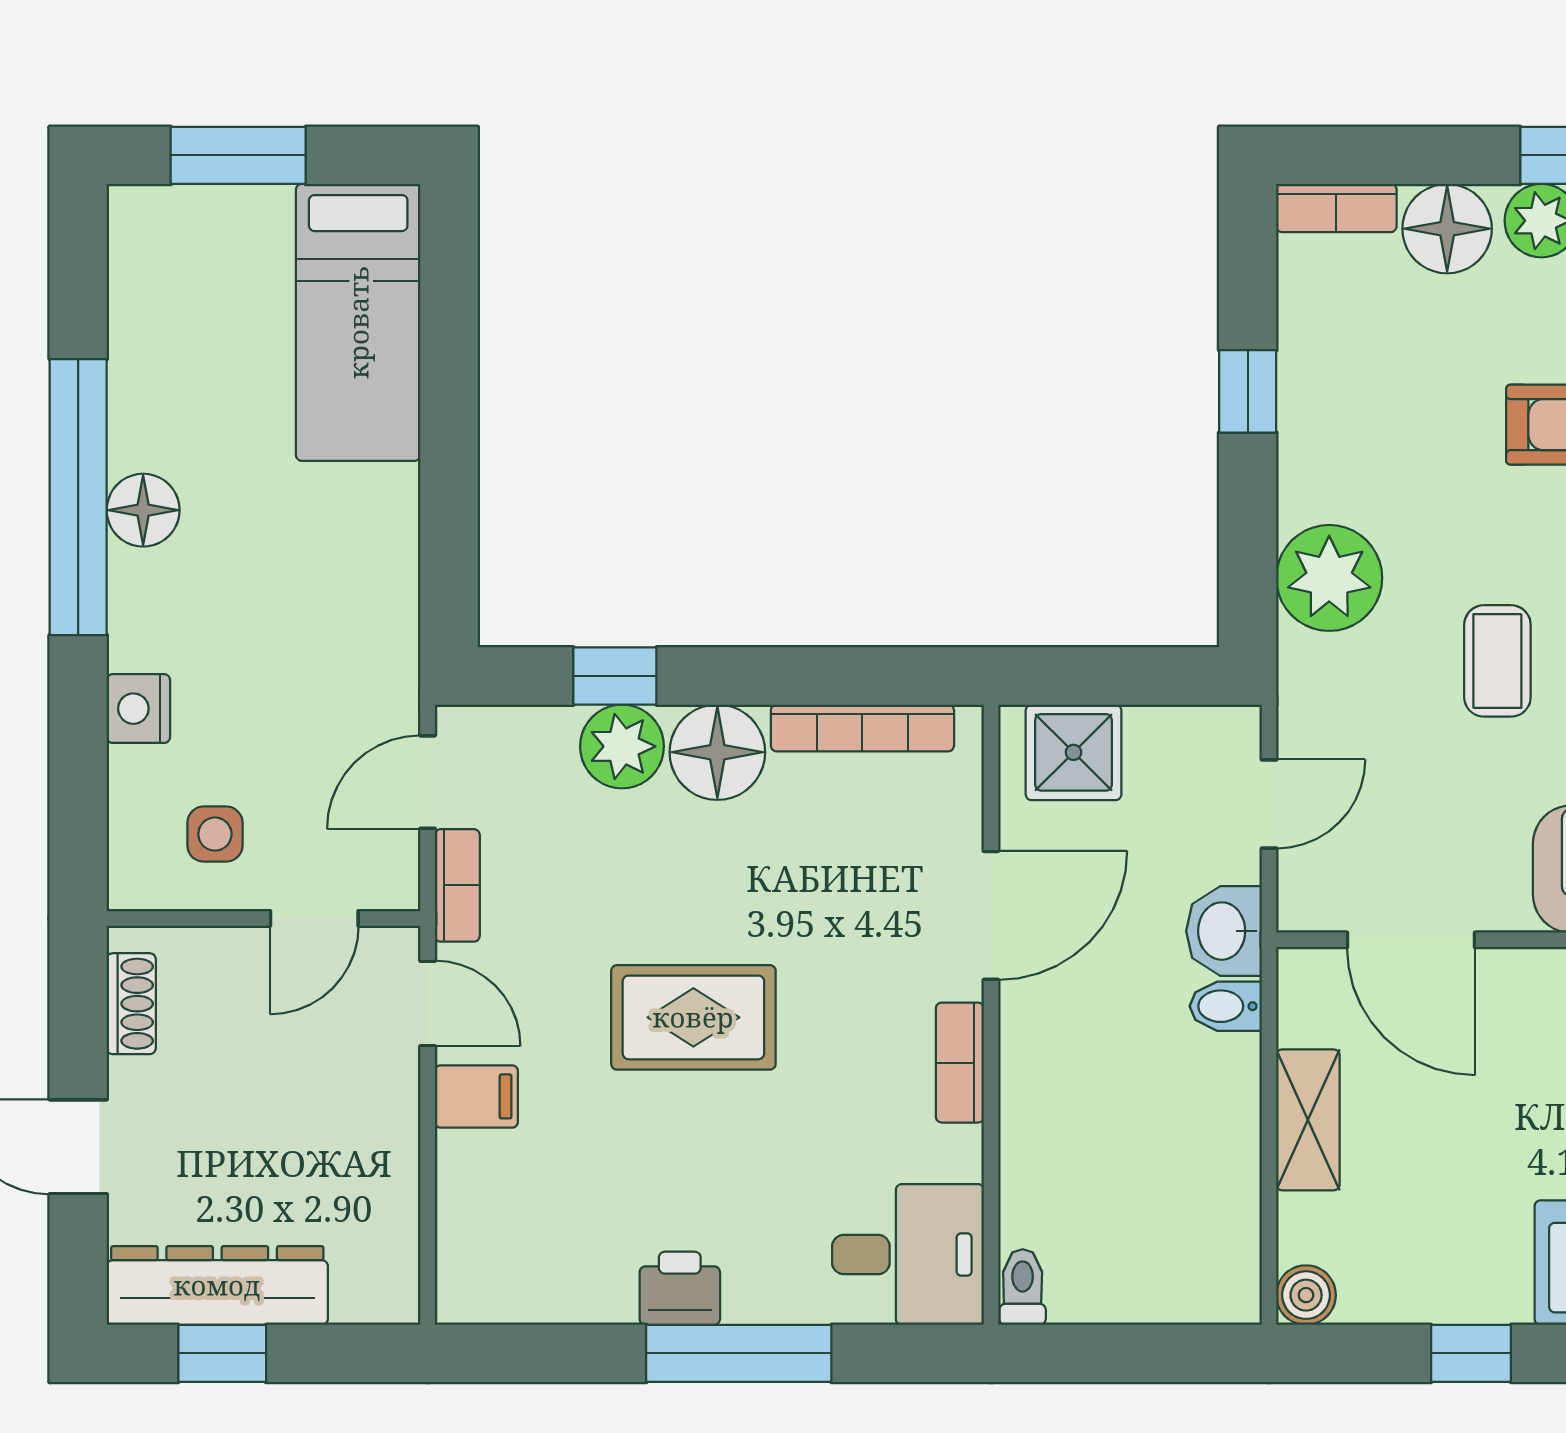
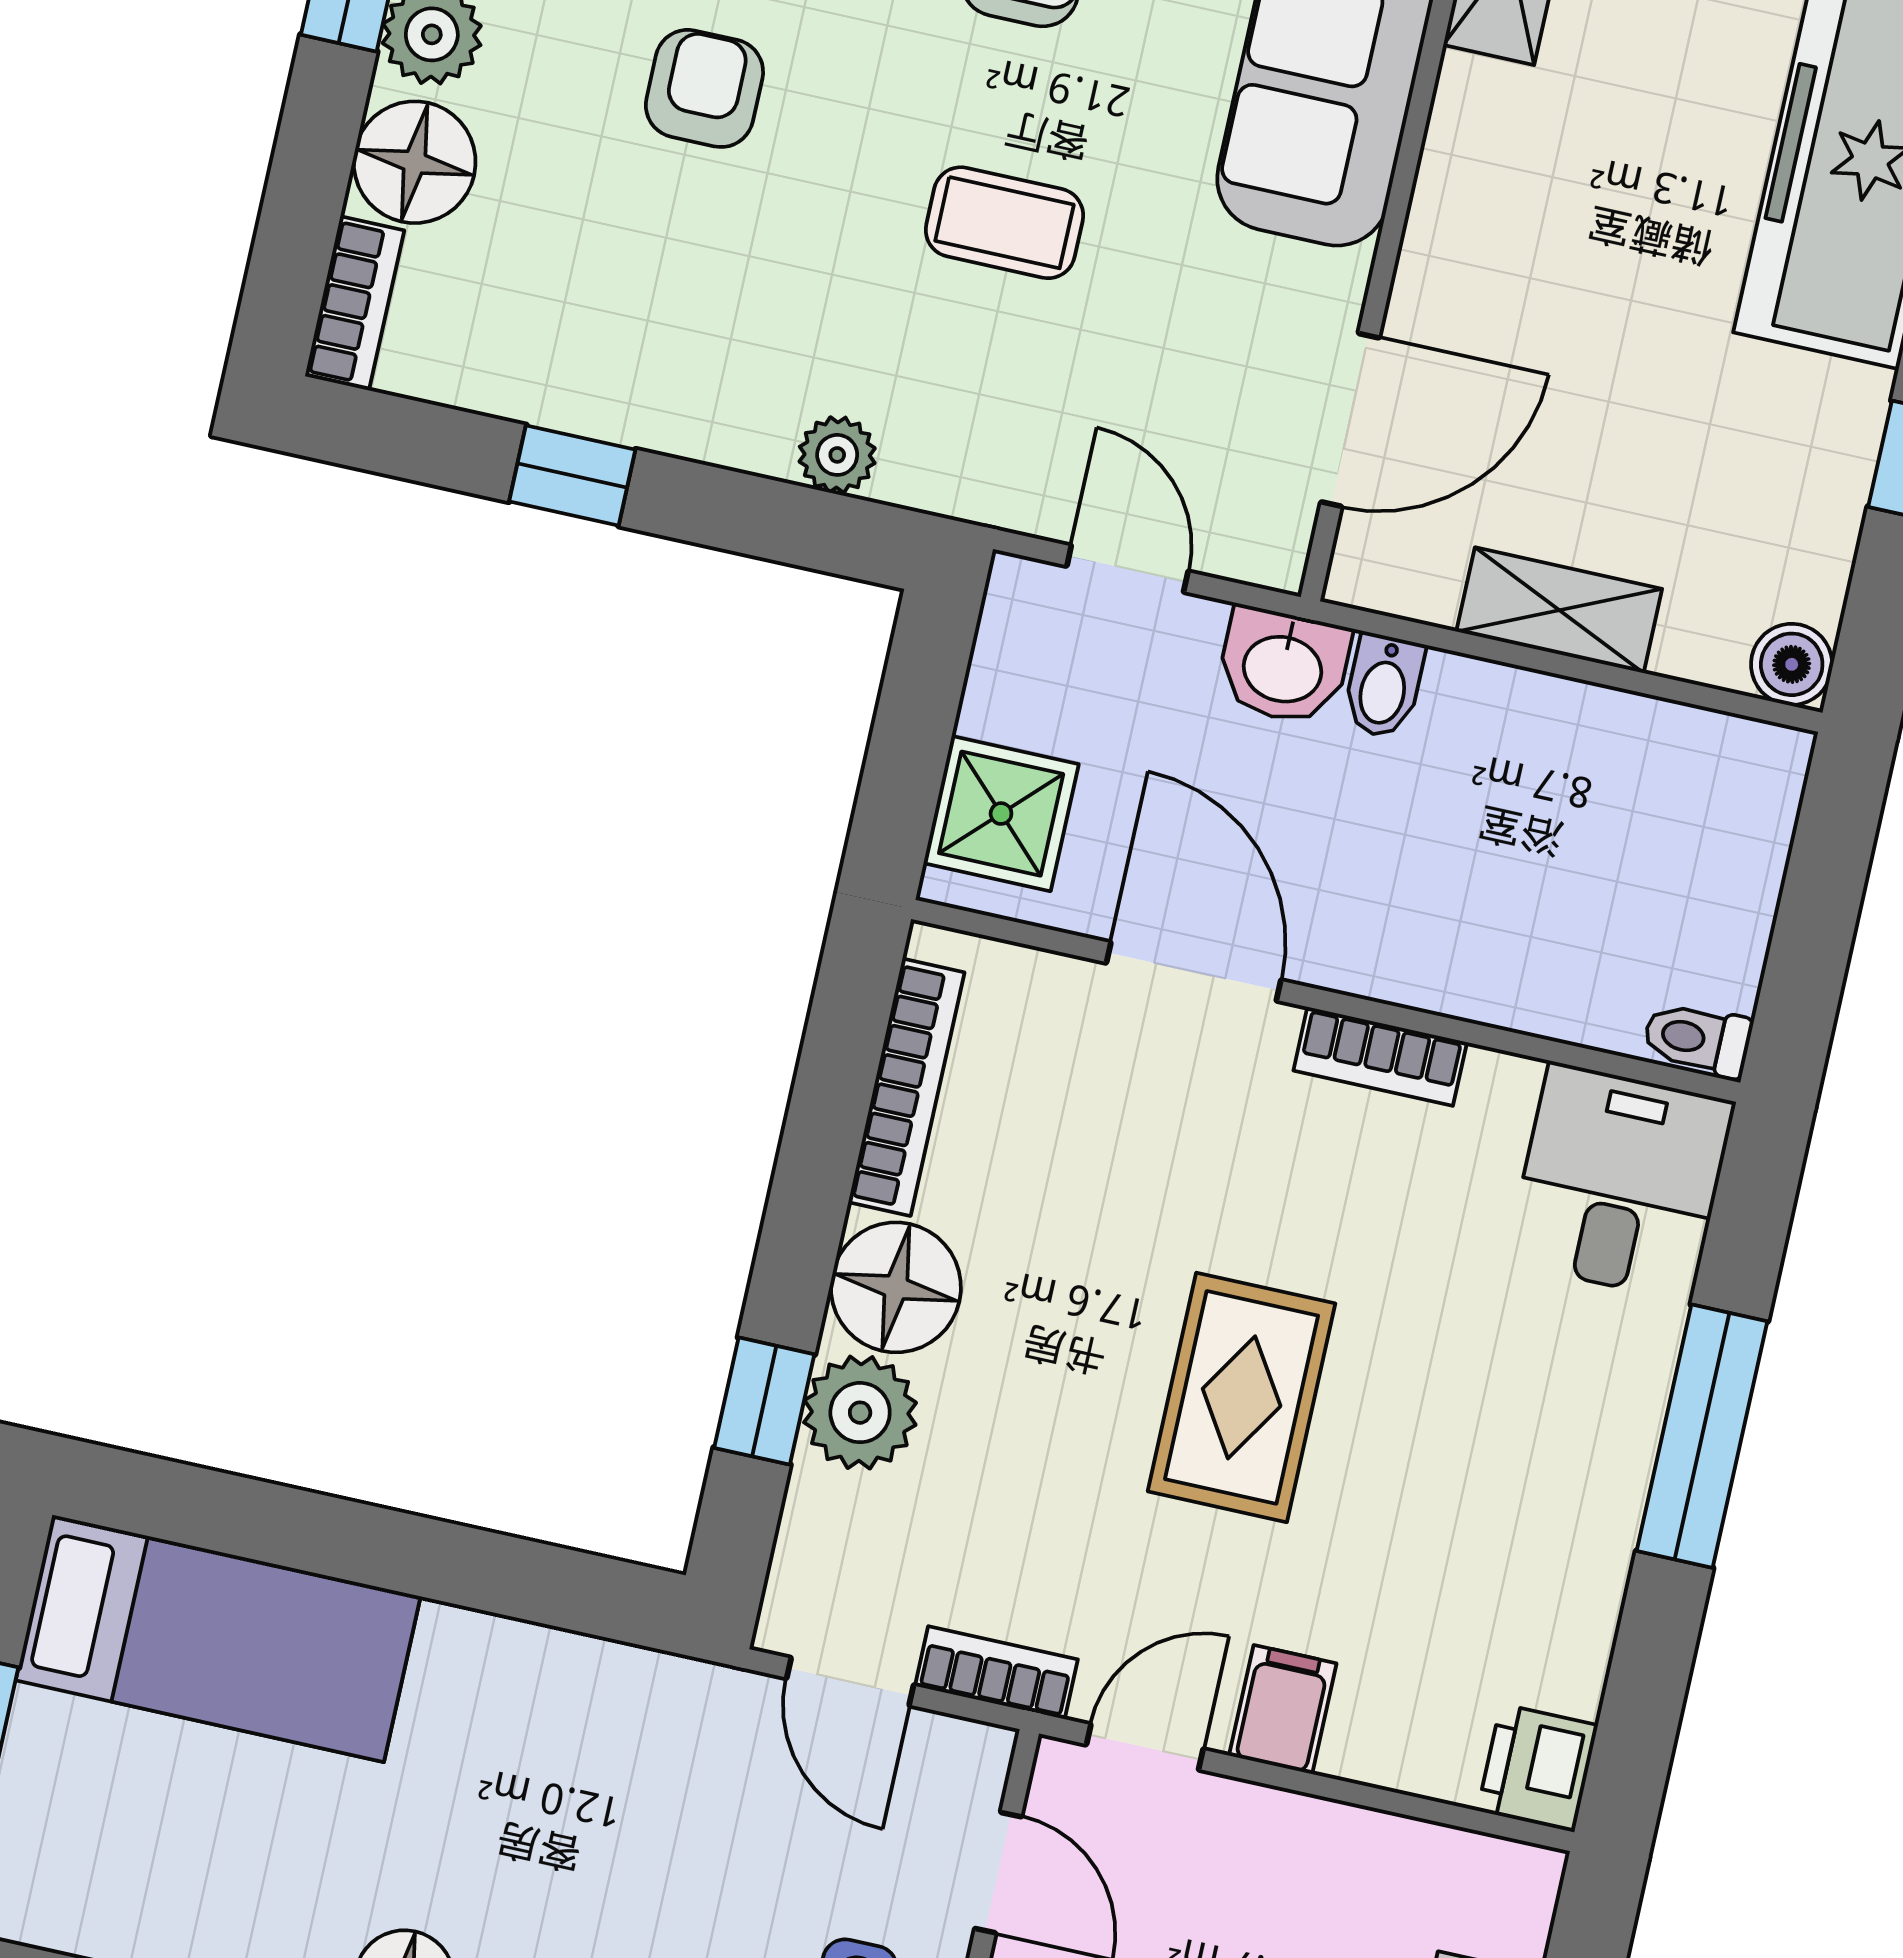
plant: (1329, 578) -> (837, 455), width x0.53, depth x0.53
printer: (680, 1288) -> (1538, 1768), moved

